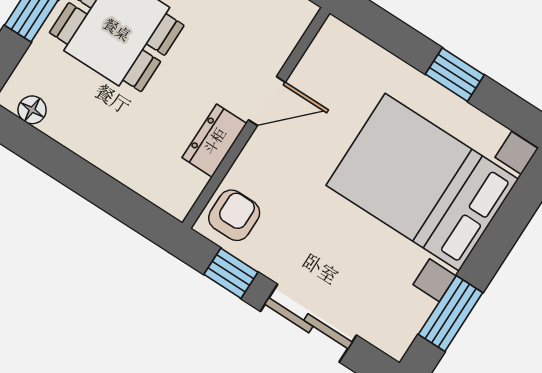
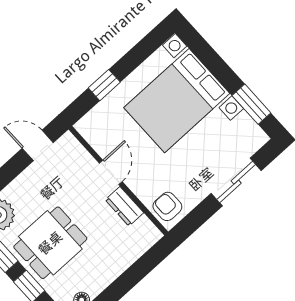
window: (455, 75) -> (104, 85), moved
window: (231, 273) -> (198, 217), removed

